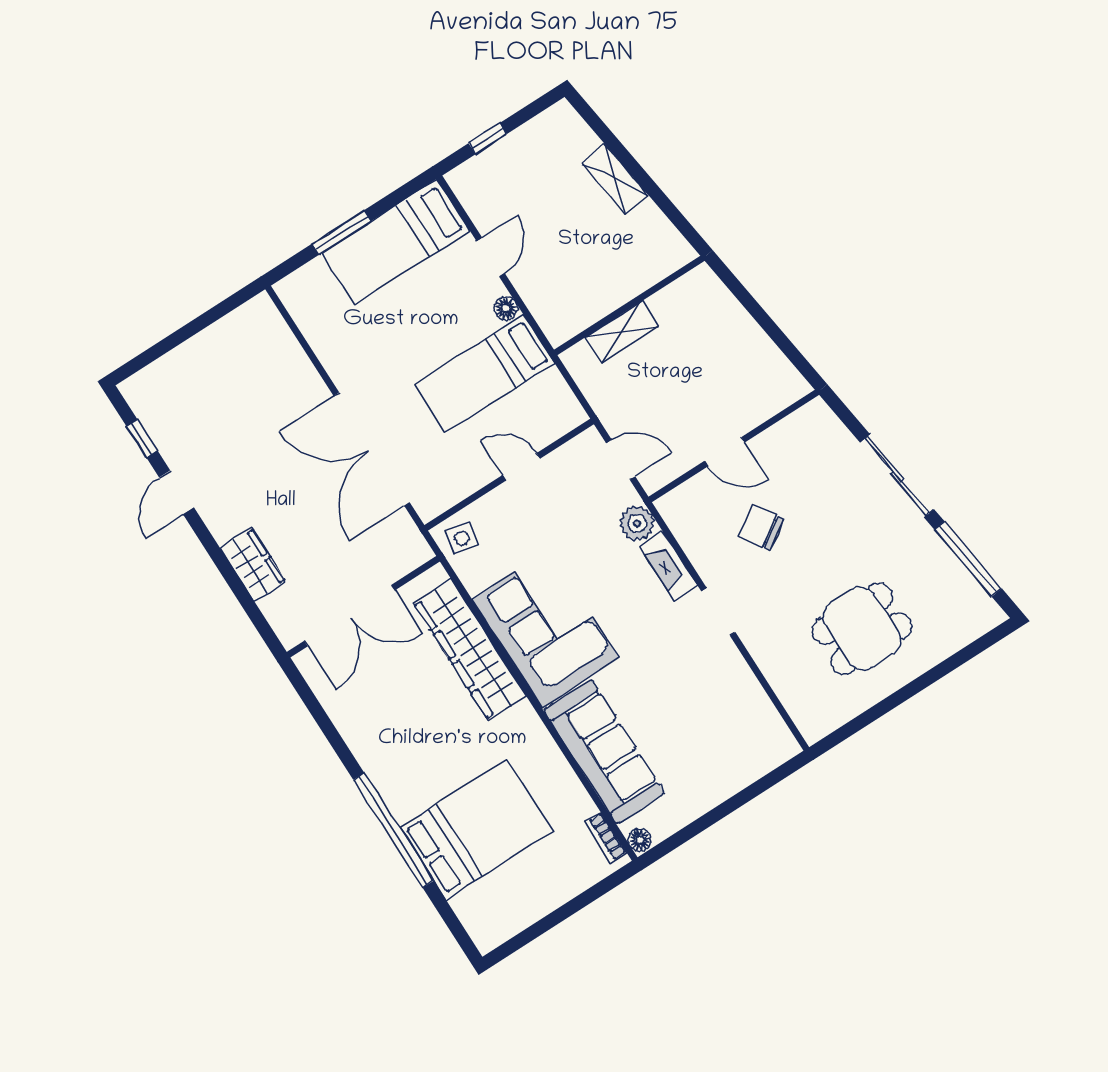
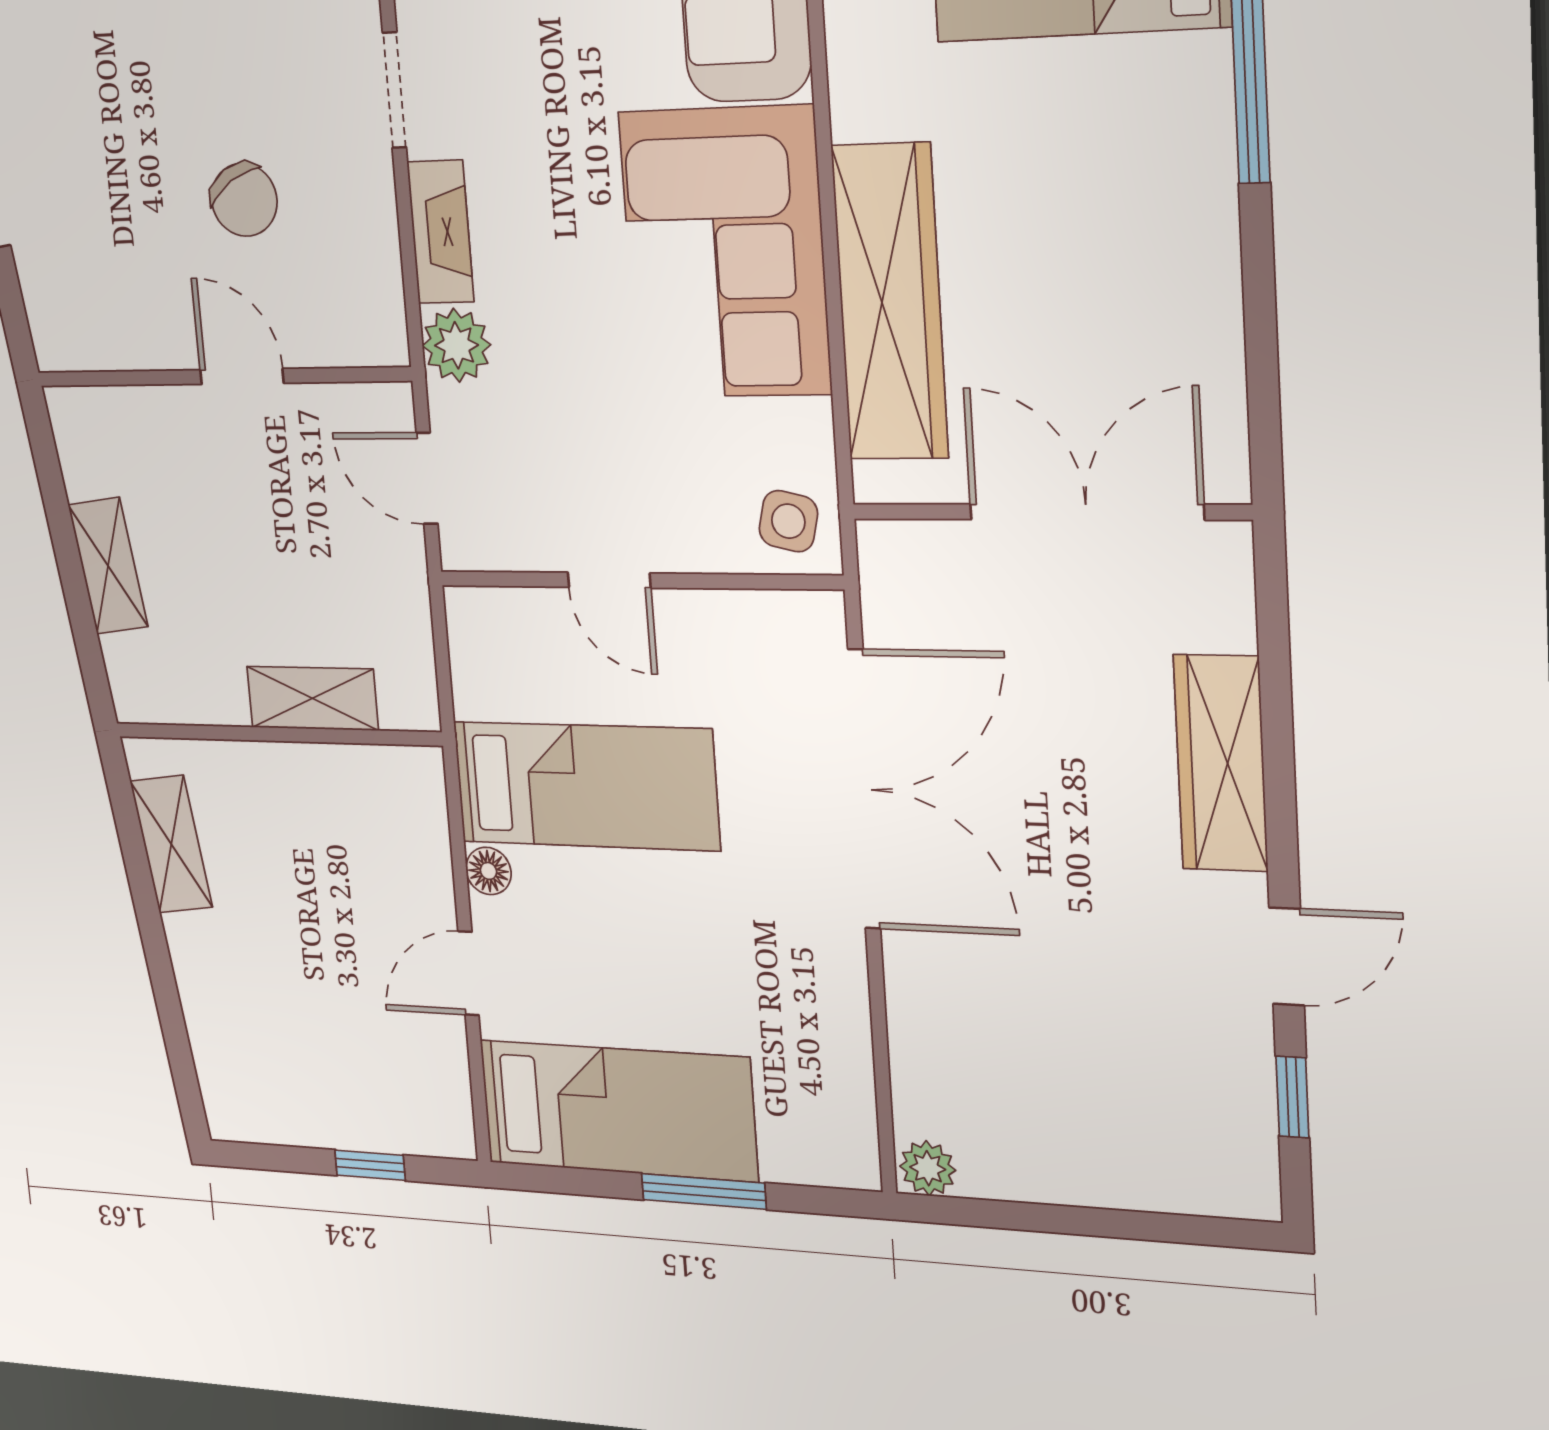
shelving: (615, 179) -> (171, 844), moved
plant: (259, 309) -> (928, 1168), added
shelving: (744, 329) -> (108, 566), added
wardrobe: (253, 565) -> (1221, 763), width x1.50

